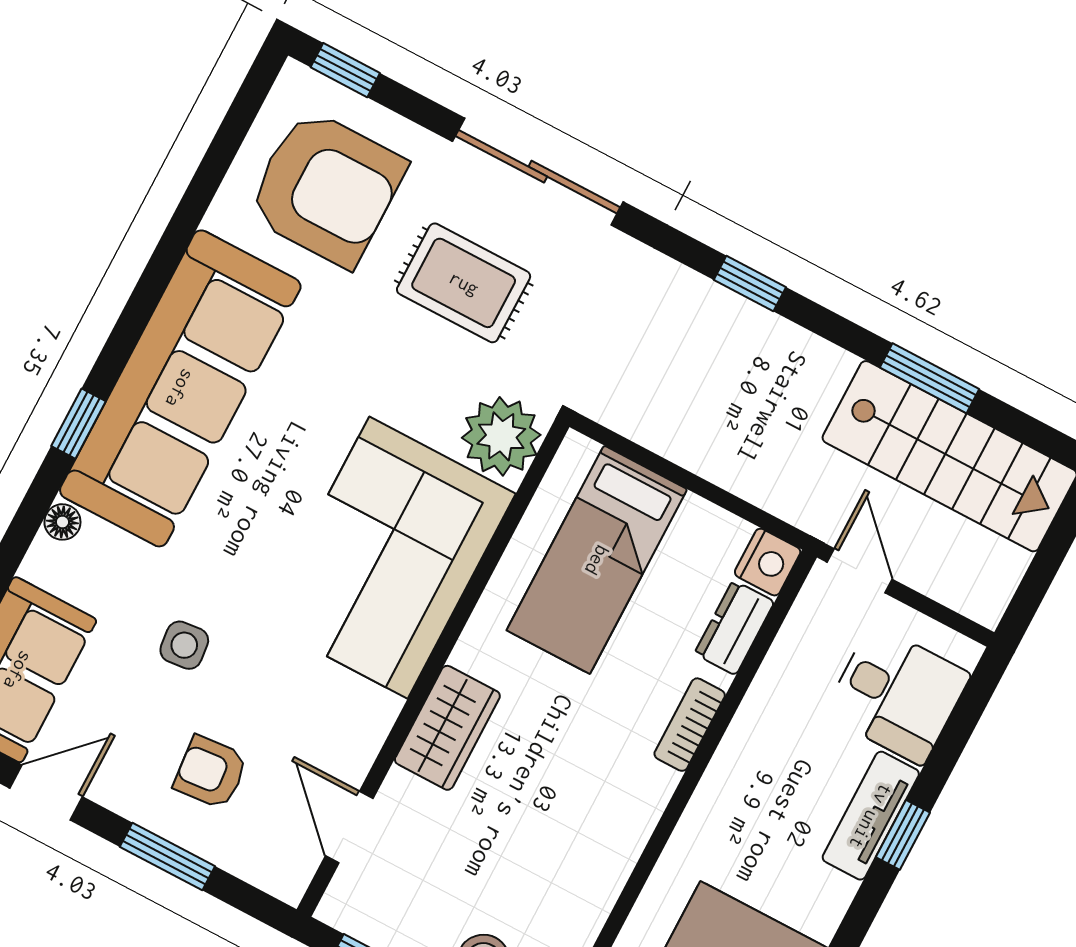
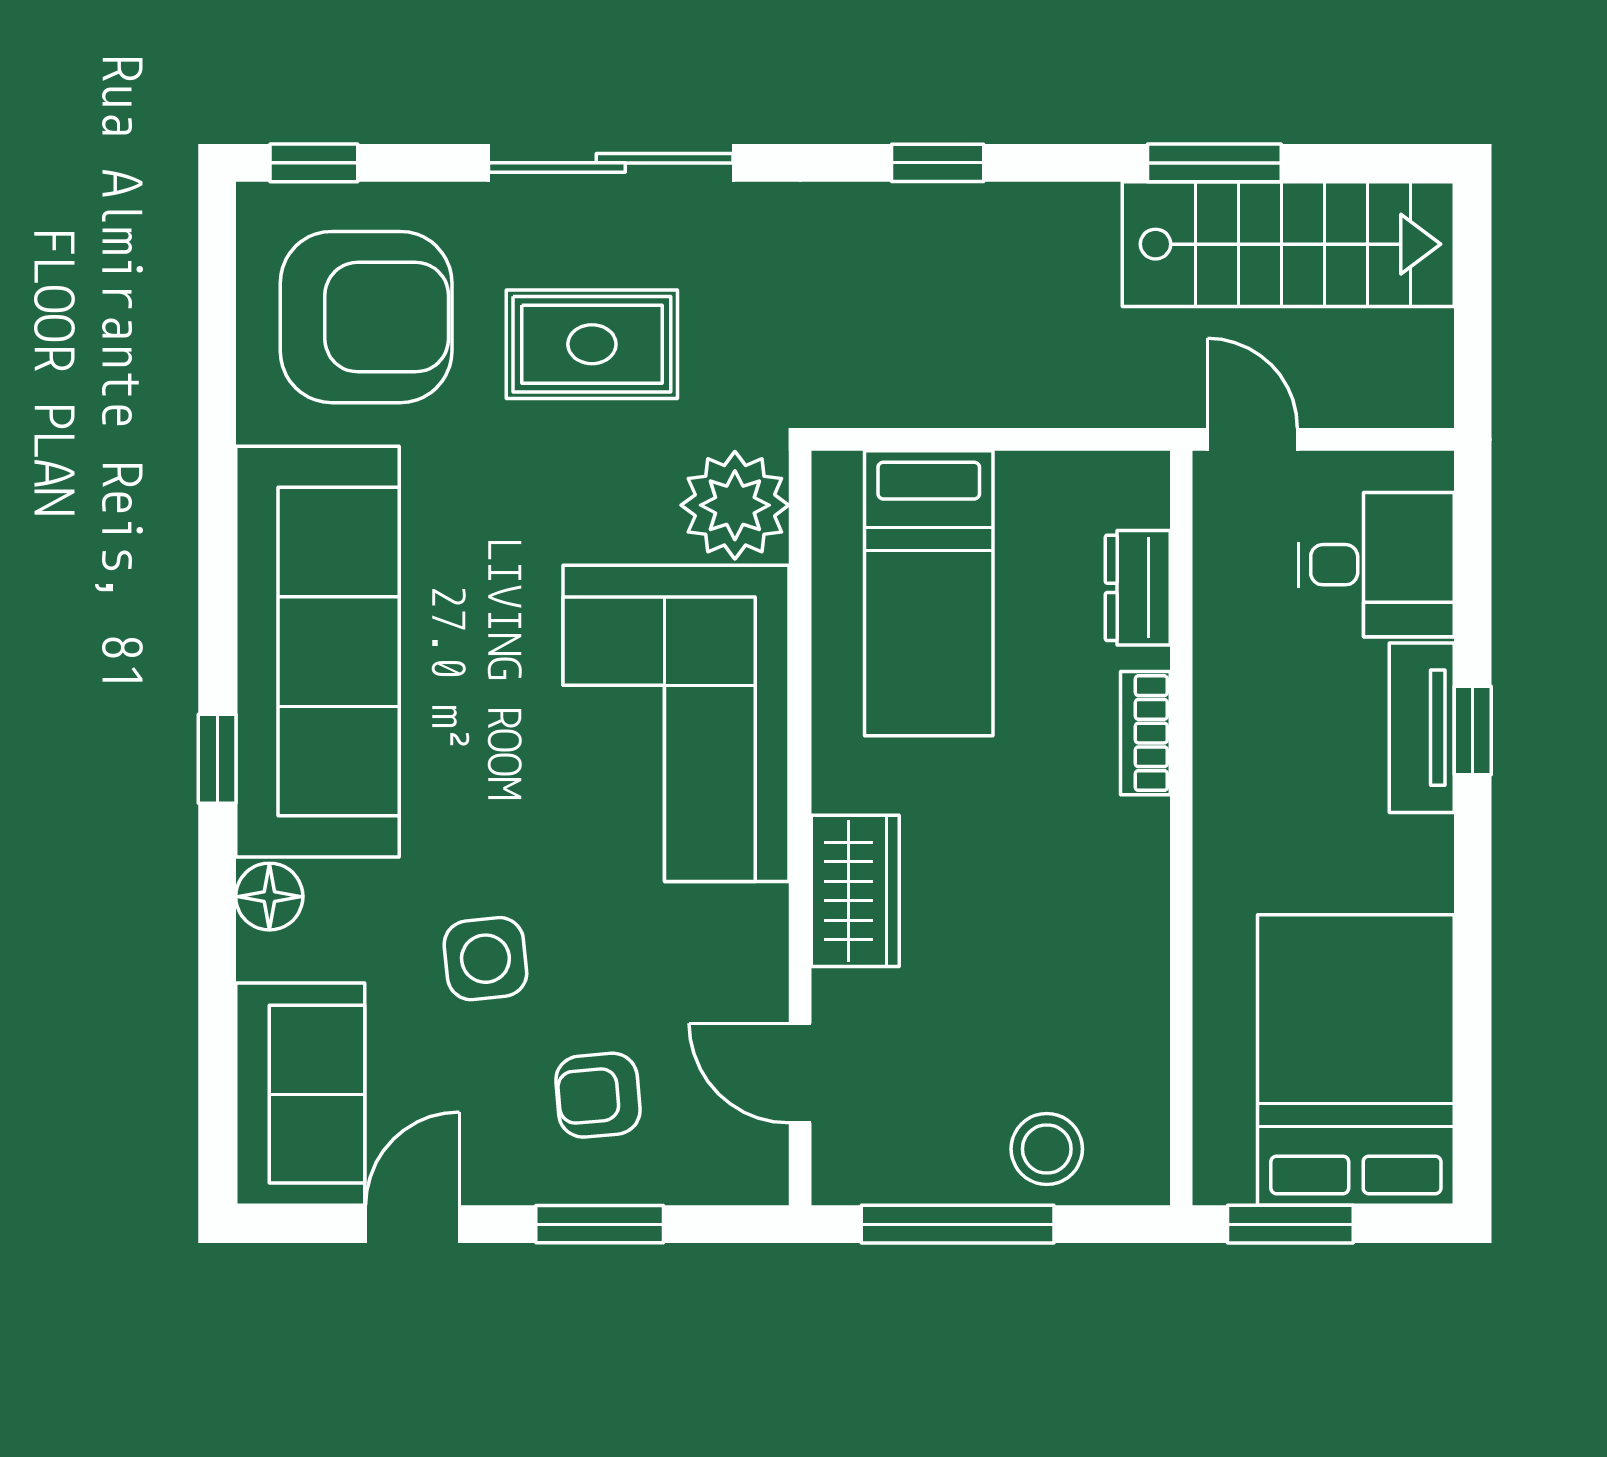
floor lamp: (62, 522) -> (269, 897), width x1.37, depth x1.37
nightstand: (768, 562) -> (1136, 488), removed
side table: (184, 645) -> (485, 959), width x1.37, depth x1.37

